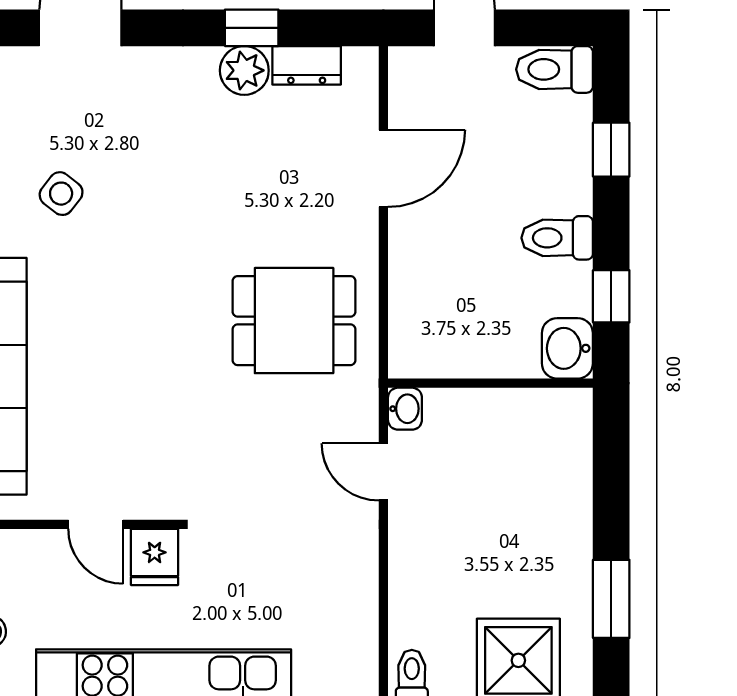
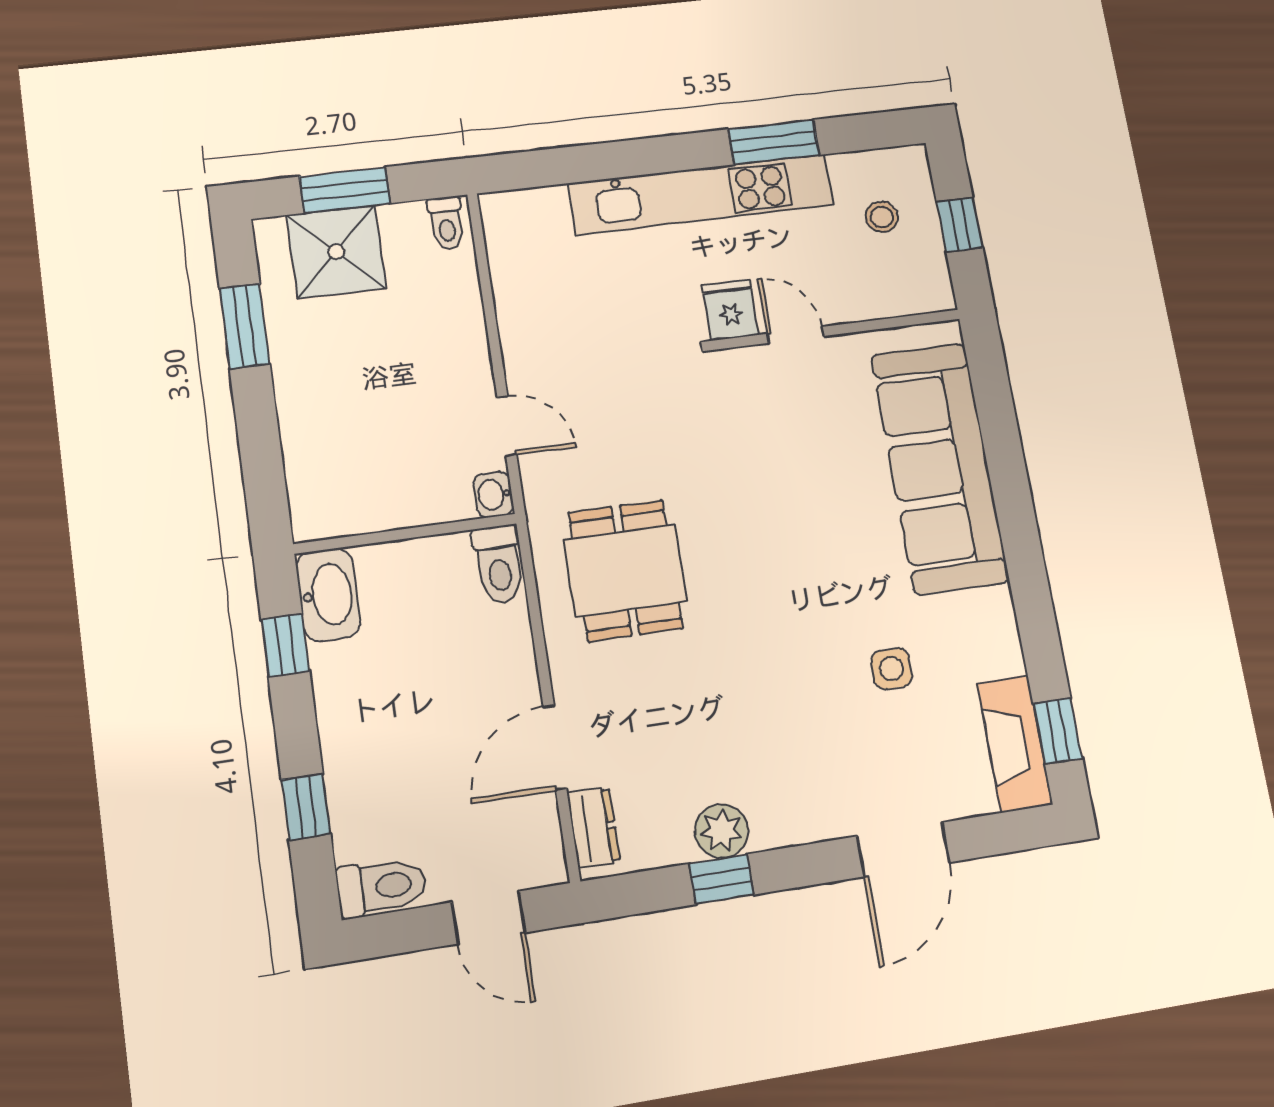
dresser: (307, 65) -> (594, 827), moved, turned 90
side table: (61, 194) -> (892, 669), turned -38
toilet: (557, 238) -> (499, 564), moved, turned 90
dining table: (294, 321) -> (626, 571), turned 90
washbasin: (567, 348) -> (328, 595), width x1.38

